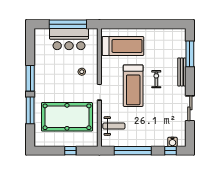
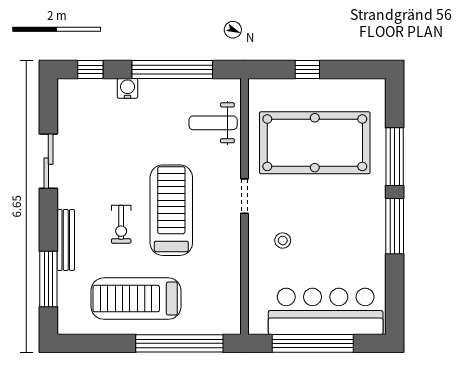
window: (129, 24) -> (179, 343), added
bar counter: (69, 39) -> (326, 311), width x1.36
treadmill: (123, 46) -> (136, 299), moved
water cooler: (172, 142) -> (127, 88), moved

